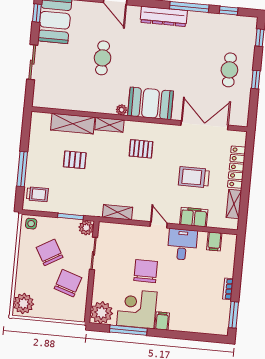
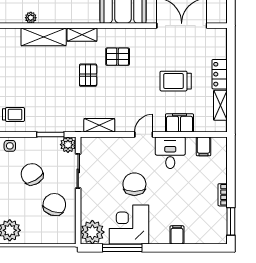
plant: (122, 110) -> (31, 18), moved
pallet: (75, 160) -> (88, 75), moved, turned 90
locker: (237, 167) -> (220, 74), width x0.66
door: (159, 225) -> (144, 134), hinge flipped
filing cabinet: (162, 321) -> (177, 235), moved

